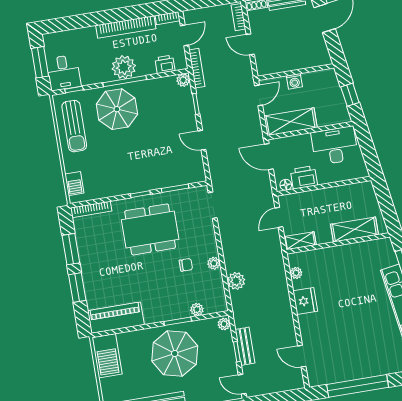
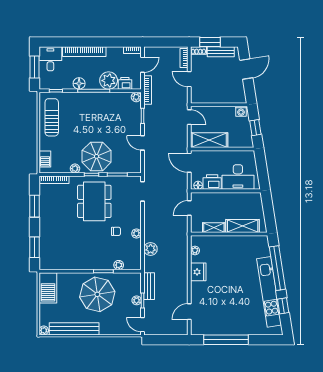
bookcase: (126, 27) -> (84, 52), moved
plant: (124, 67) -> (109, 81), moved
desk: (64, 73) -> (50, 59), moved, turned 180
floor lamp: (103, 75) -> (79, 83), added
washing machine: (294, 81) -> (241, 111), moved
door: (259, 95) -> (189, 117), hinge flipped
parasol: (117, 109) -> (97, 156), moved
sun lounger: (74, 126) -> (52, 117), turned 180
desk: (335, 146) -> (238, 177), moved, turned 180
plant: (117, 190) -> (75, 169), added
dining table: (150, 229) -> (94, 201), turned 90
shelving: (300, 241) -> (214, 228), moved
window: (77, 288) -> (34, 247), moved
piano: (116, 318) -> (59, 261), removed
plant: (224, 324) -> (137, 300), moved
bench: (245, 346) -> (149, 286), moved
door: (302, 356) -> (189, 312), hinge flipped

